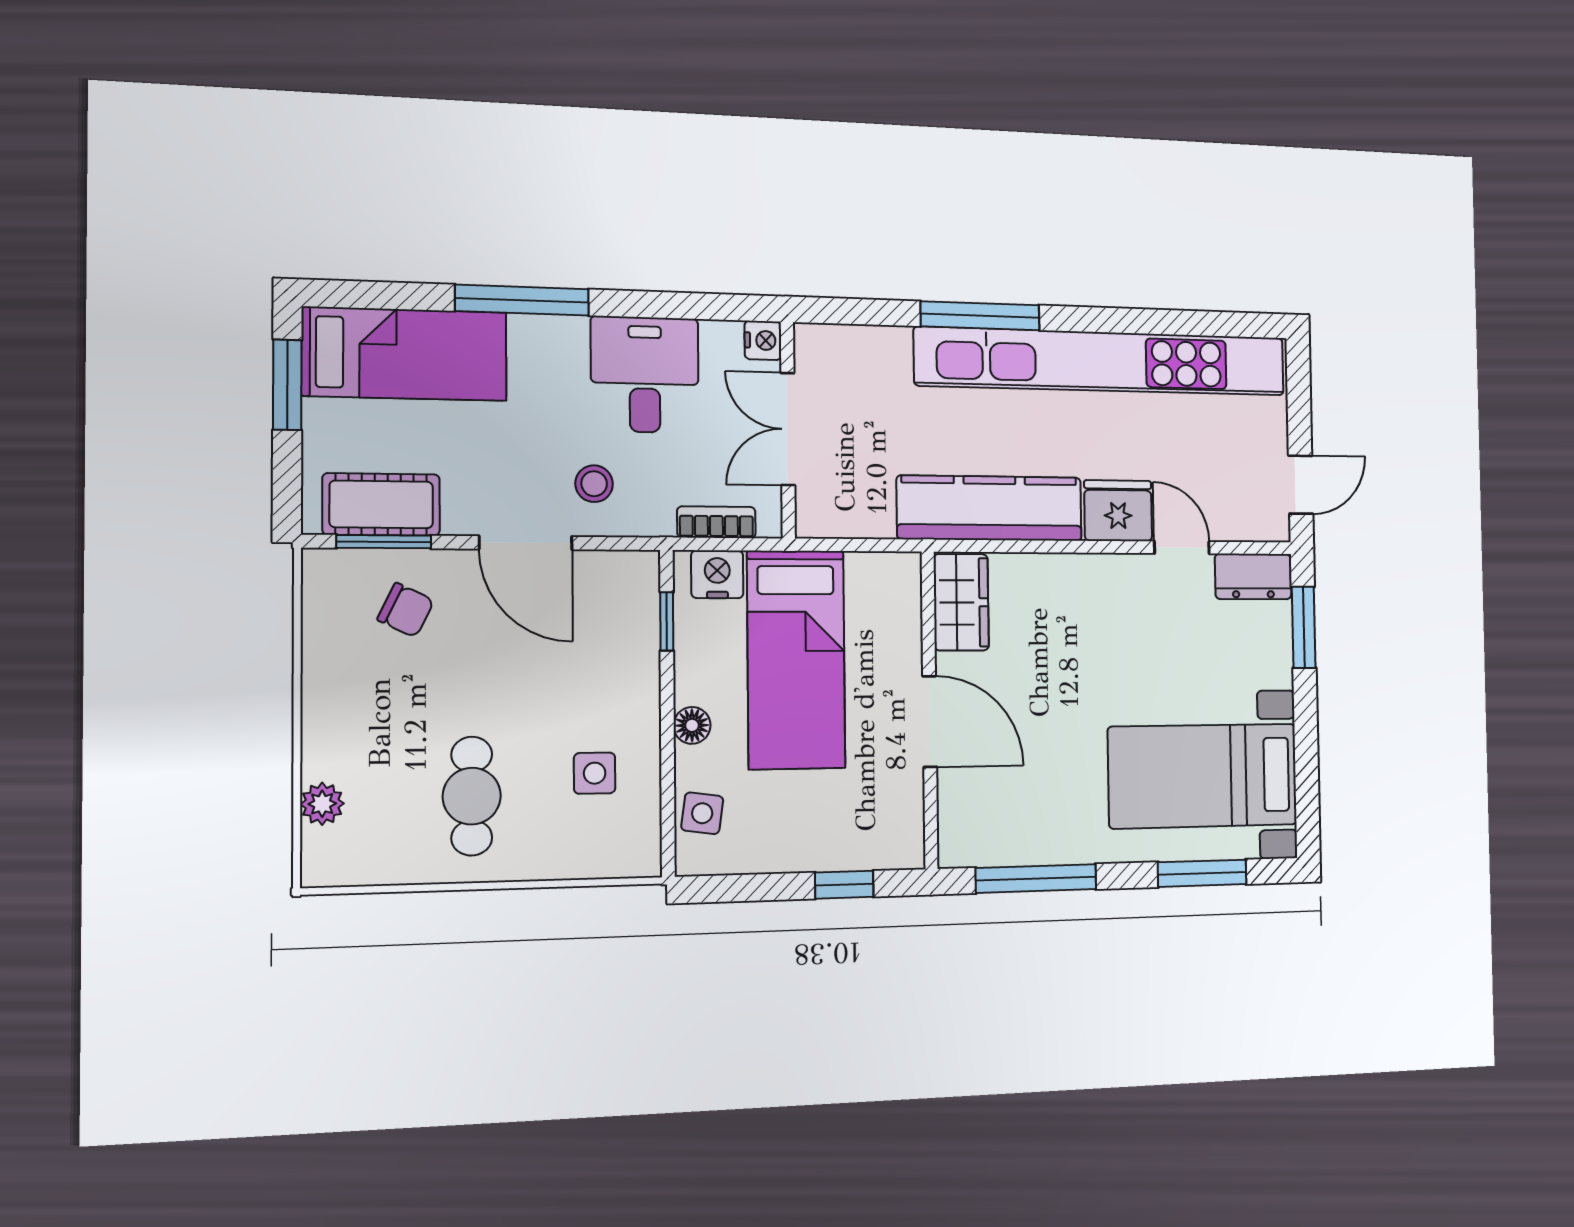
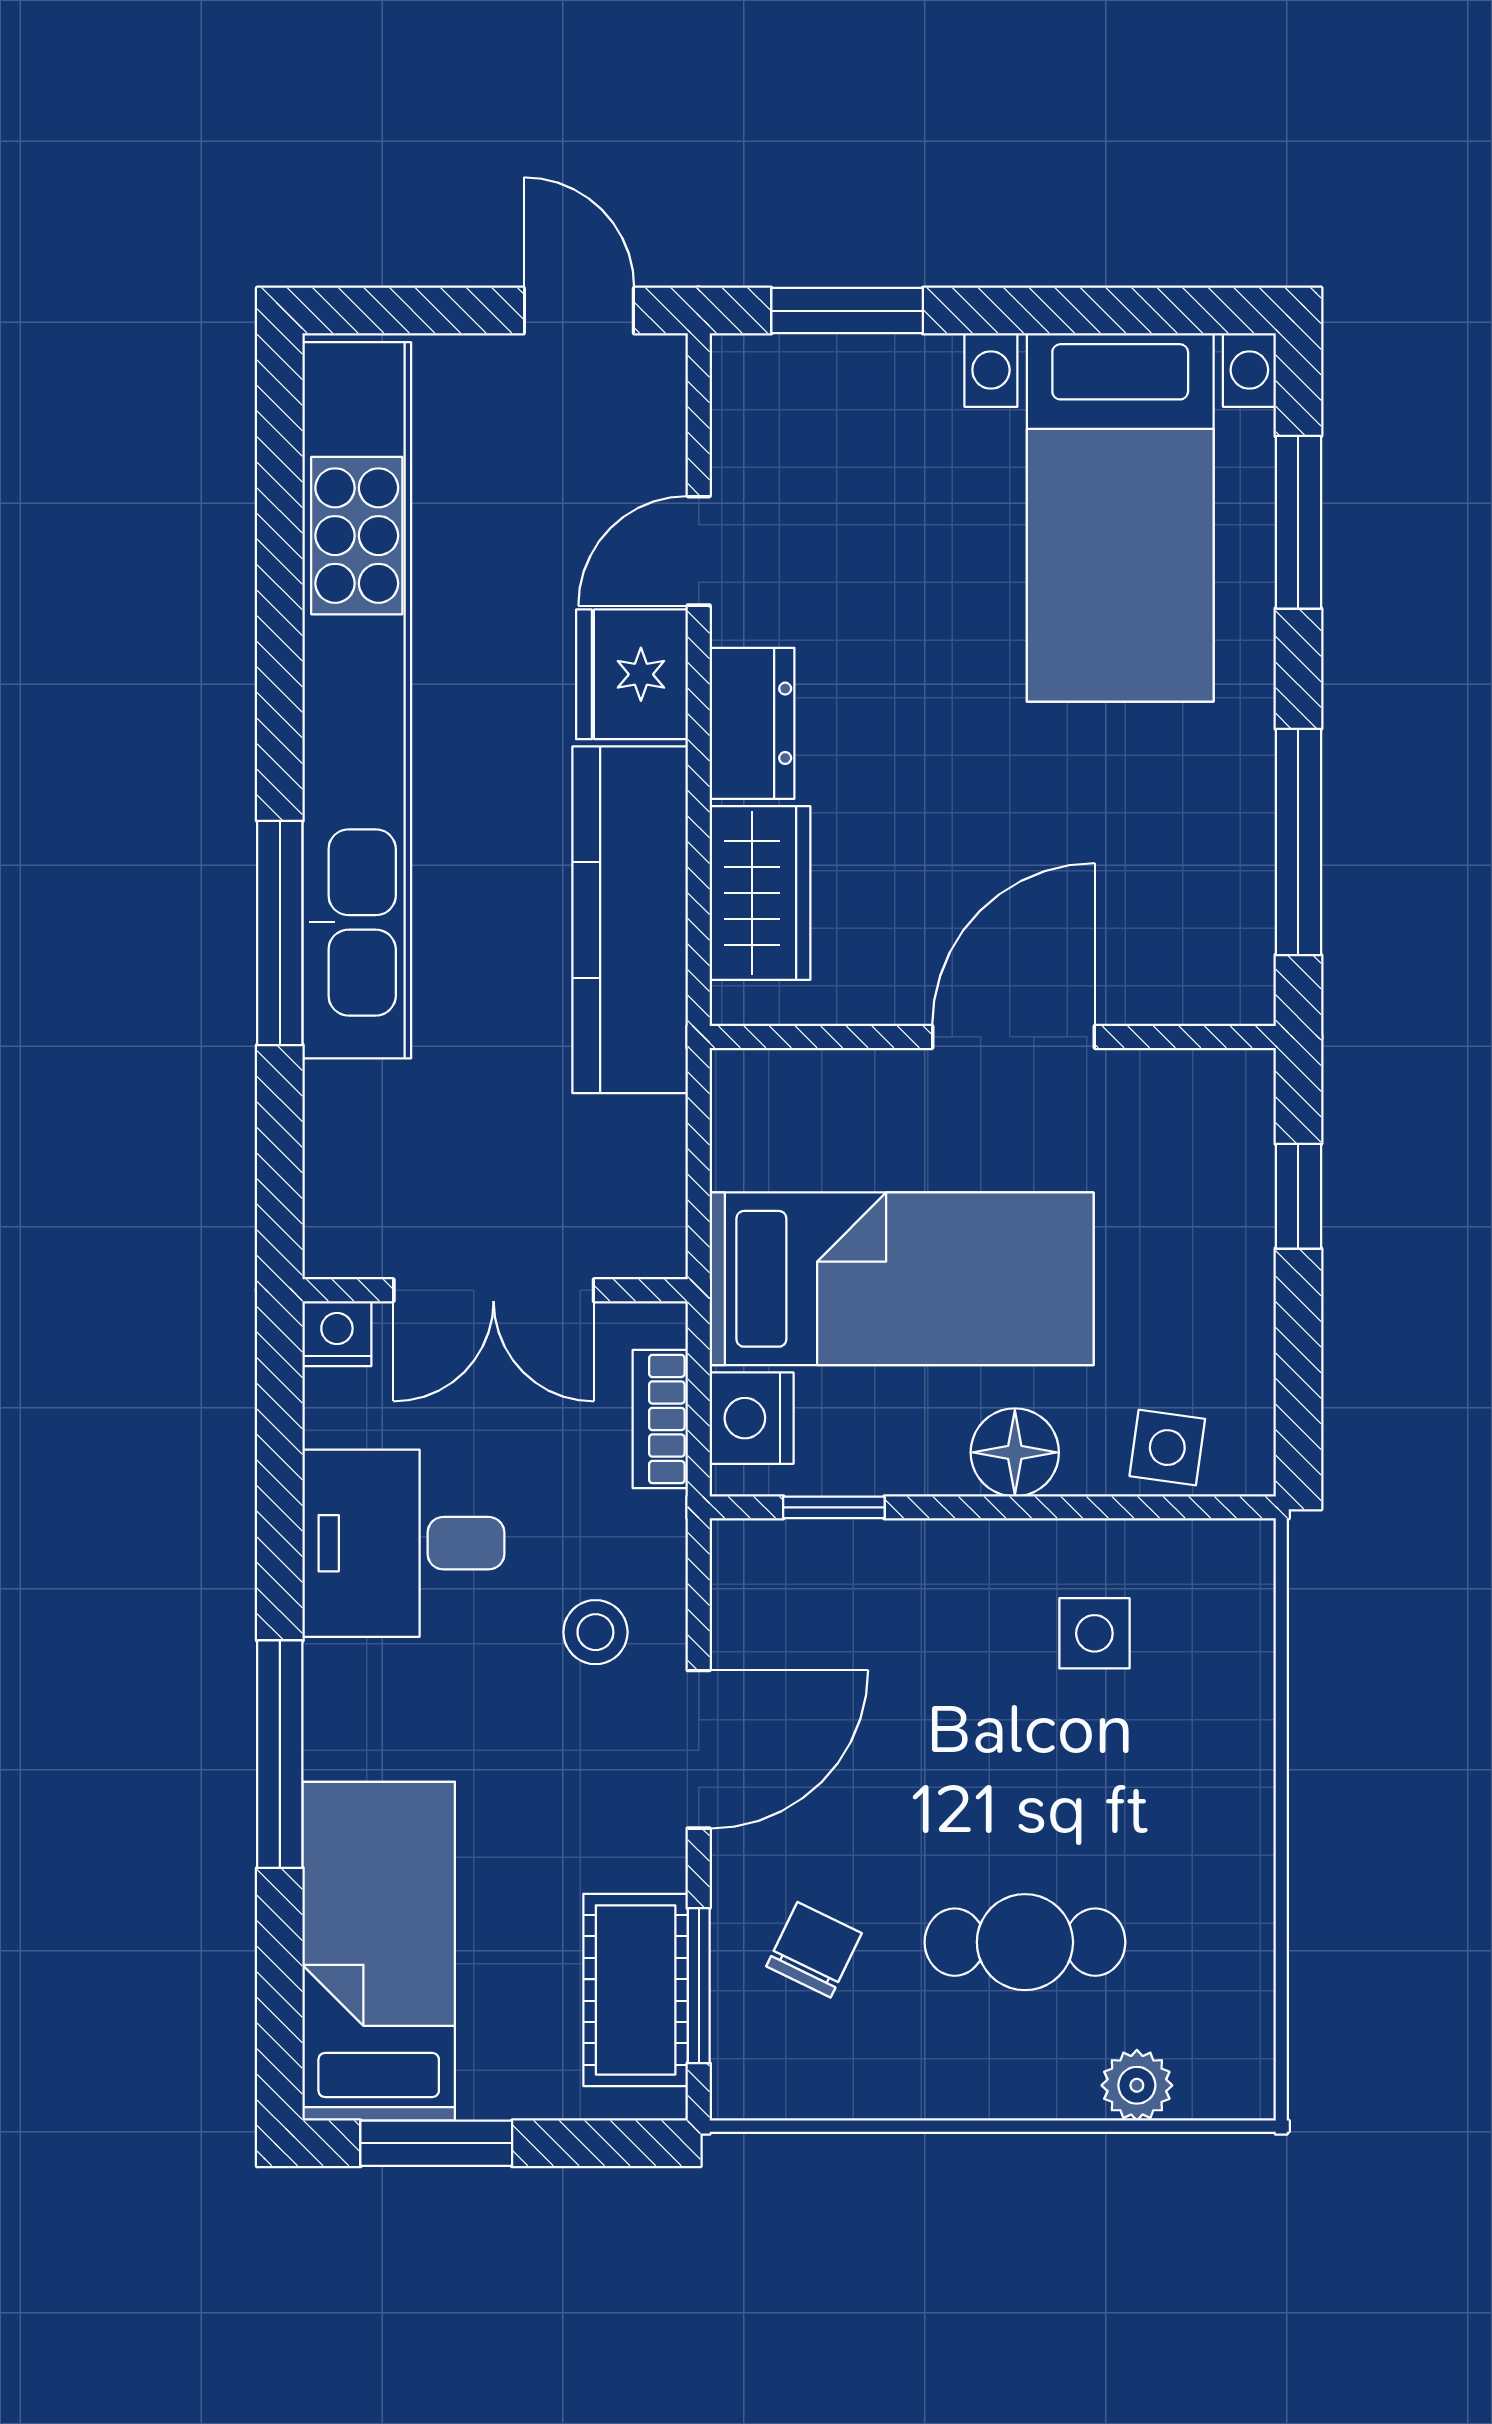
dresser: (1253, 576) -> (752, 723), moved
wardrobe: (961, 602) -> (760, 893), moved, turned 90
floor lamp: (692, 725) -> (1015, 1452), width x1.37, depth x1.37
cafe table: (472, 796) -> (1025, 1942), moved

